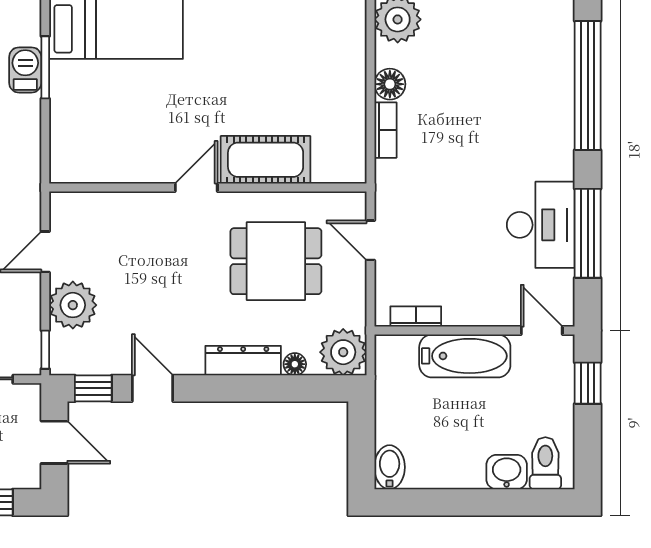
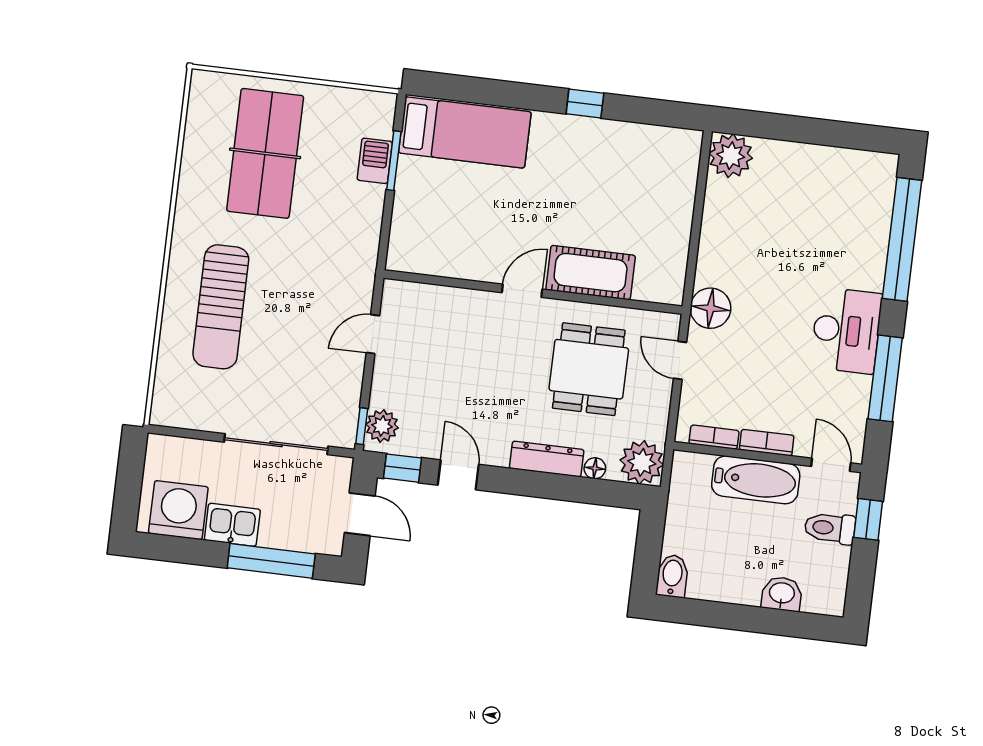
floor lamp: (390, 84) -> (710, 308), moved, width x1.38, depth x1.38
bookcase: (385, 130) -> (767, 443), moved, turned -90
desk: (541, 225) -> (846, 330), moved
dining table: (276, 261) -> (589, 369), turned 90
plant: (73, 305) -> (382, 426), moved, width x0.73, depth x0.73
toilet: (545, 463) -> (830, 528), moved, turned -90

